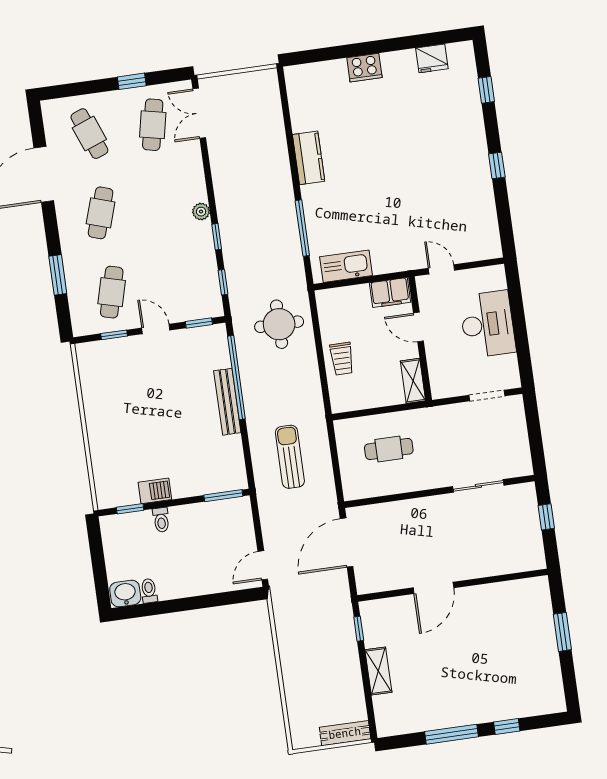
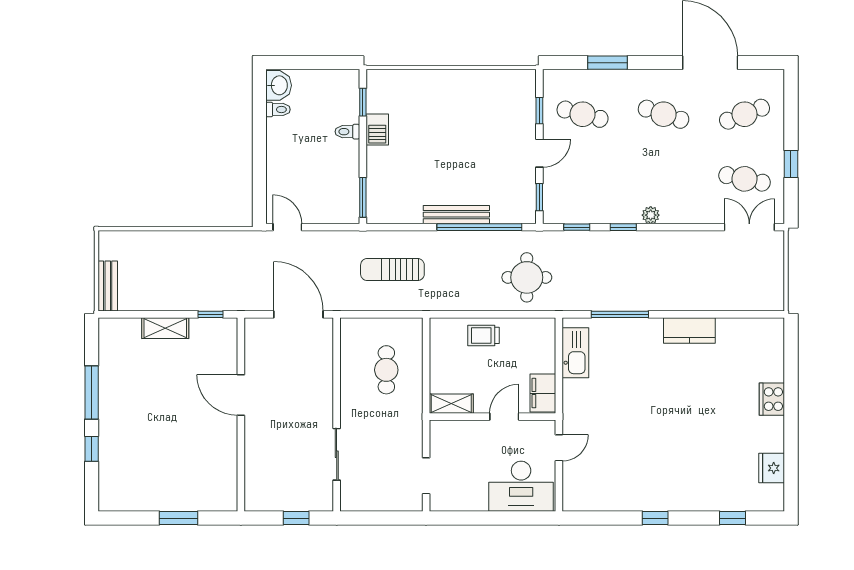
desk: (487, 324) -> (521, 486), moved
sun lounger: (290, 457) -> (392, 270), turned 180

